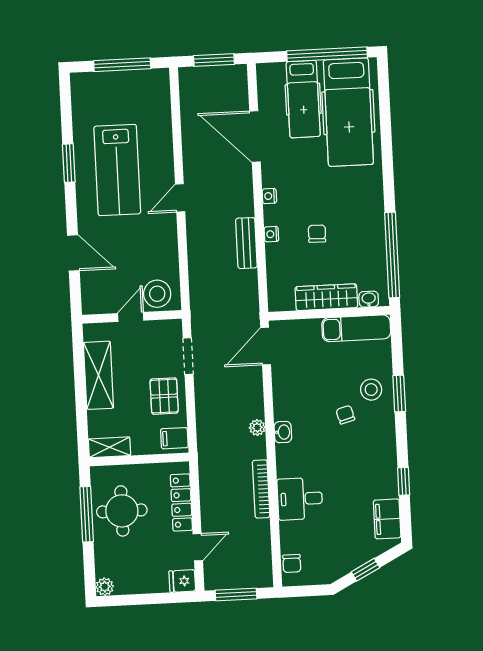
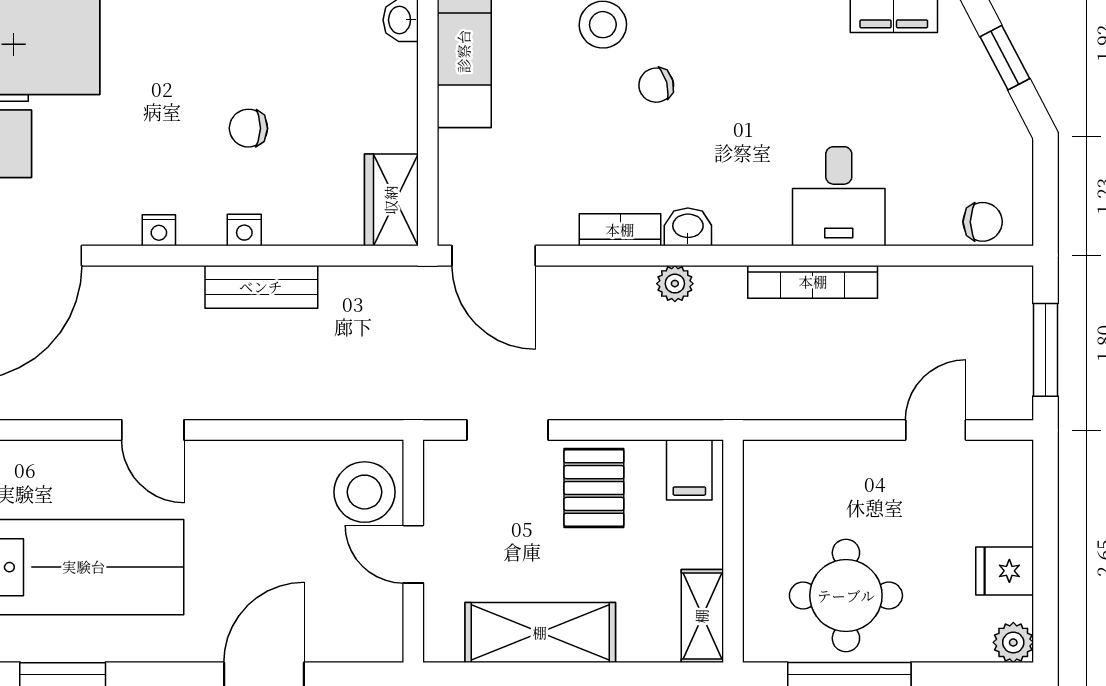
wardrobe: (326, 297) -> (391, 200), moved, width x0.67
pallet: (164, 396) -> (594, 488), turned 90
bookcase: (280, 402) -> (620, 230), added
locker: (181, 502) -> (834, 462), removed
door: (198, 547) -> (936, 430), hinge flipped
fridge: (182, 581) -> (1005, 571), moved, turned 90

